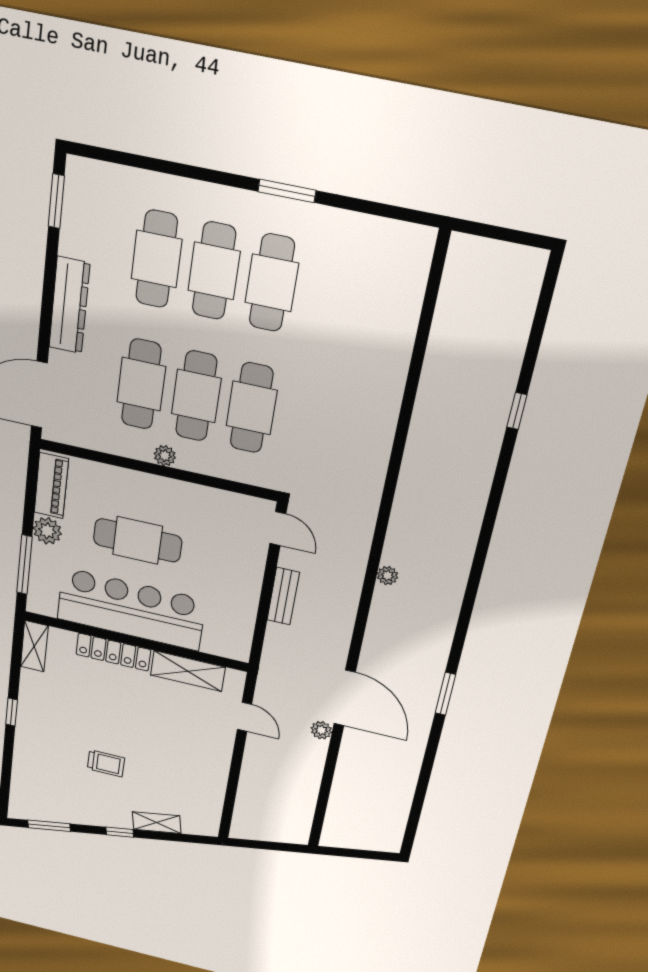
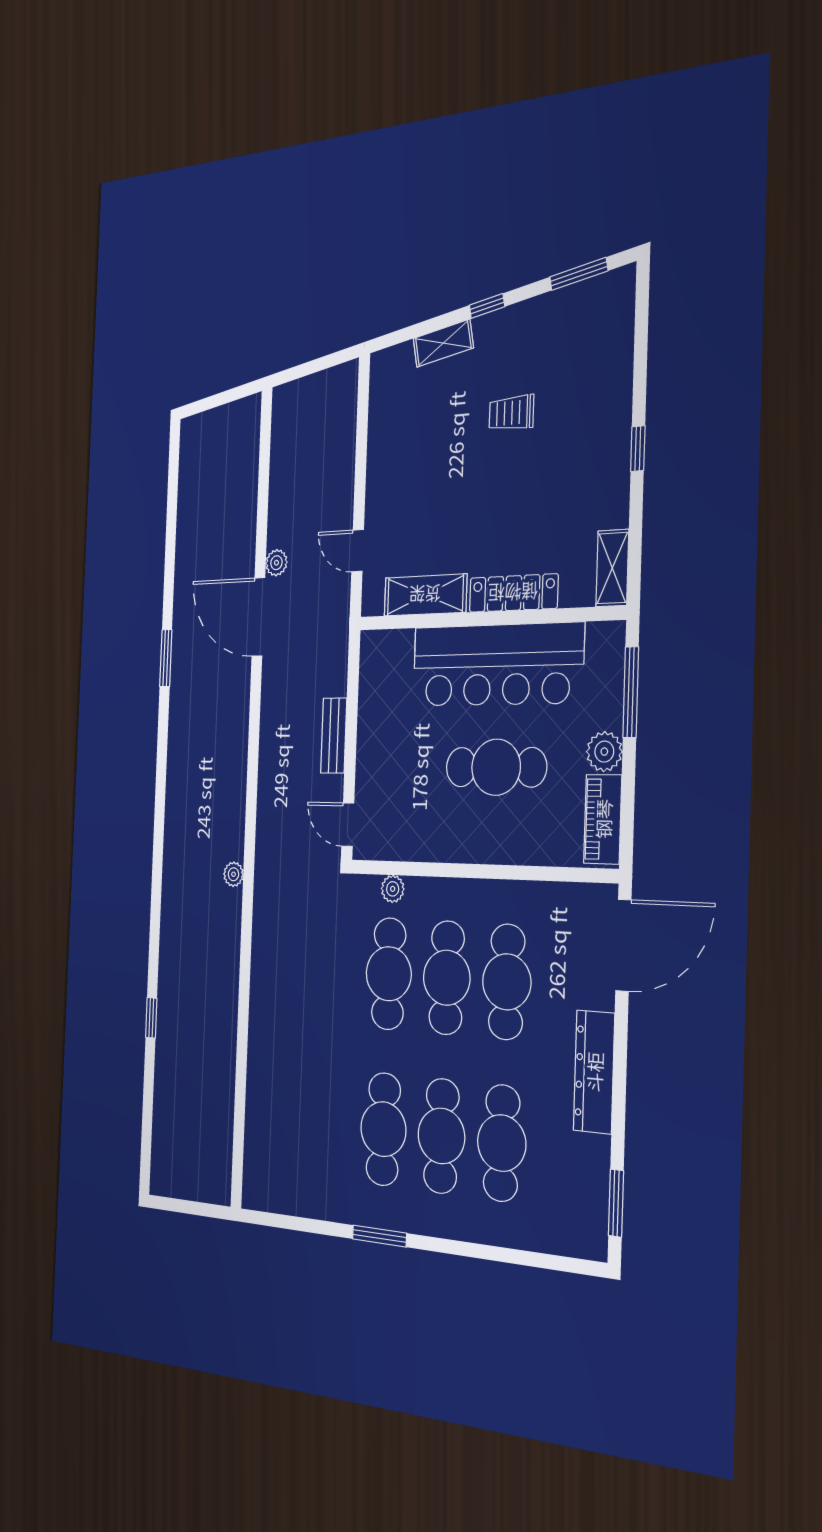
plant: (165, 456) -> (393, 889), moved
plant: (387, 576) -> (233, 874), moved

